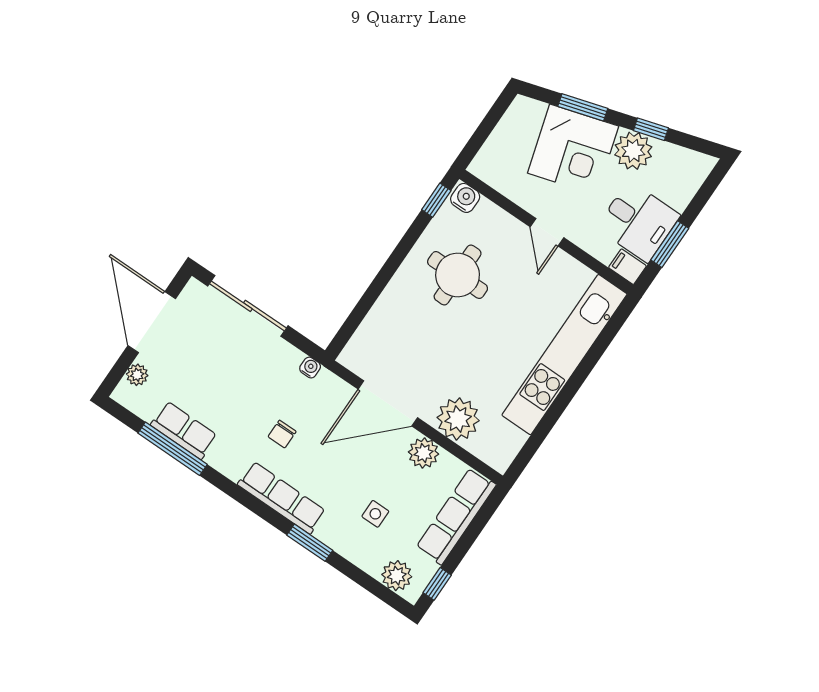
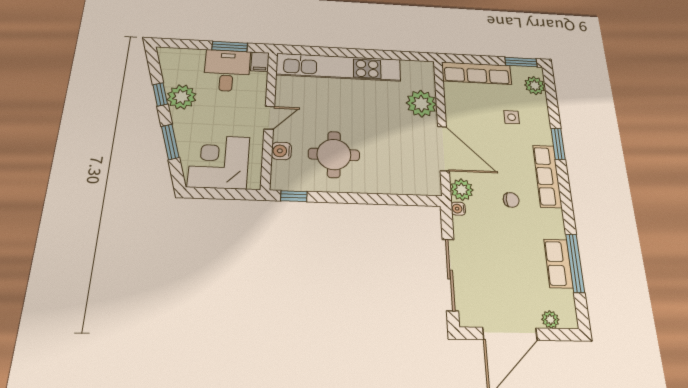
corner desk: (573, 150) -> (219, 162), moved, turned -73
water cooler: (465, 198) -> (281, 151), moved
plant: (424, 453) -> (462, 190), moved
window: (437, 584) -> (521, 62), width x1.50

